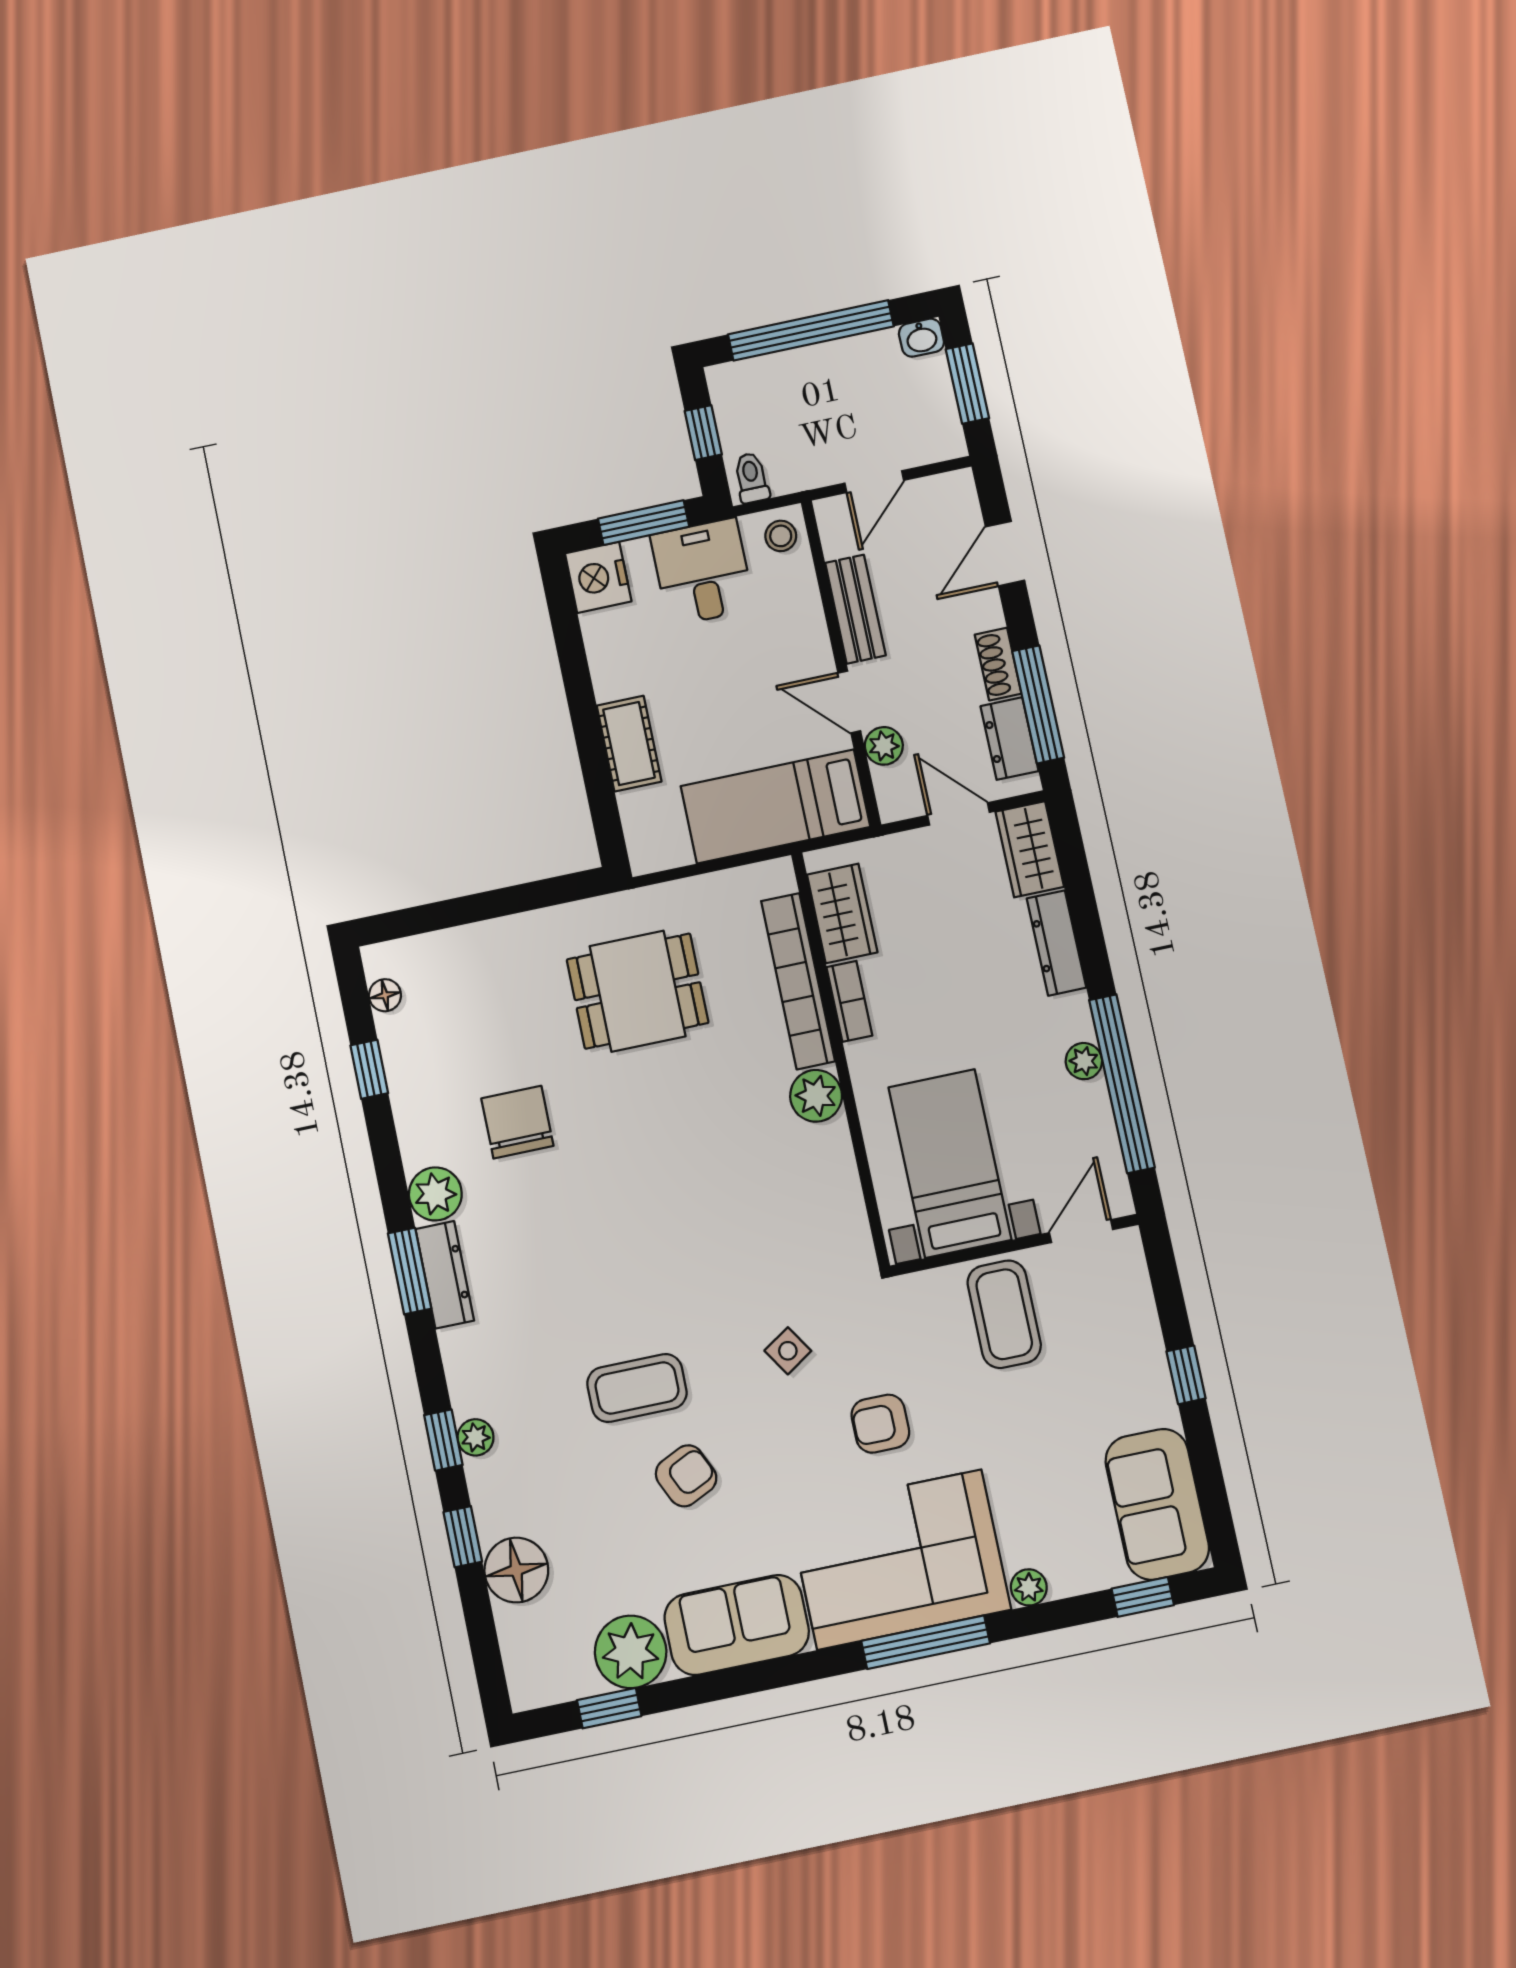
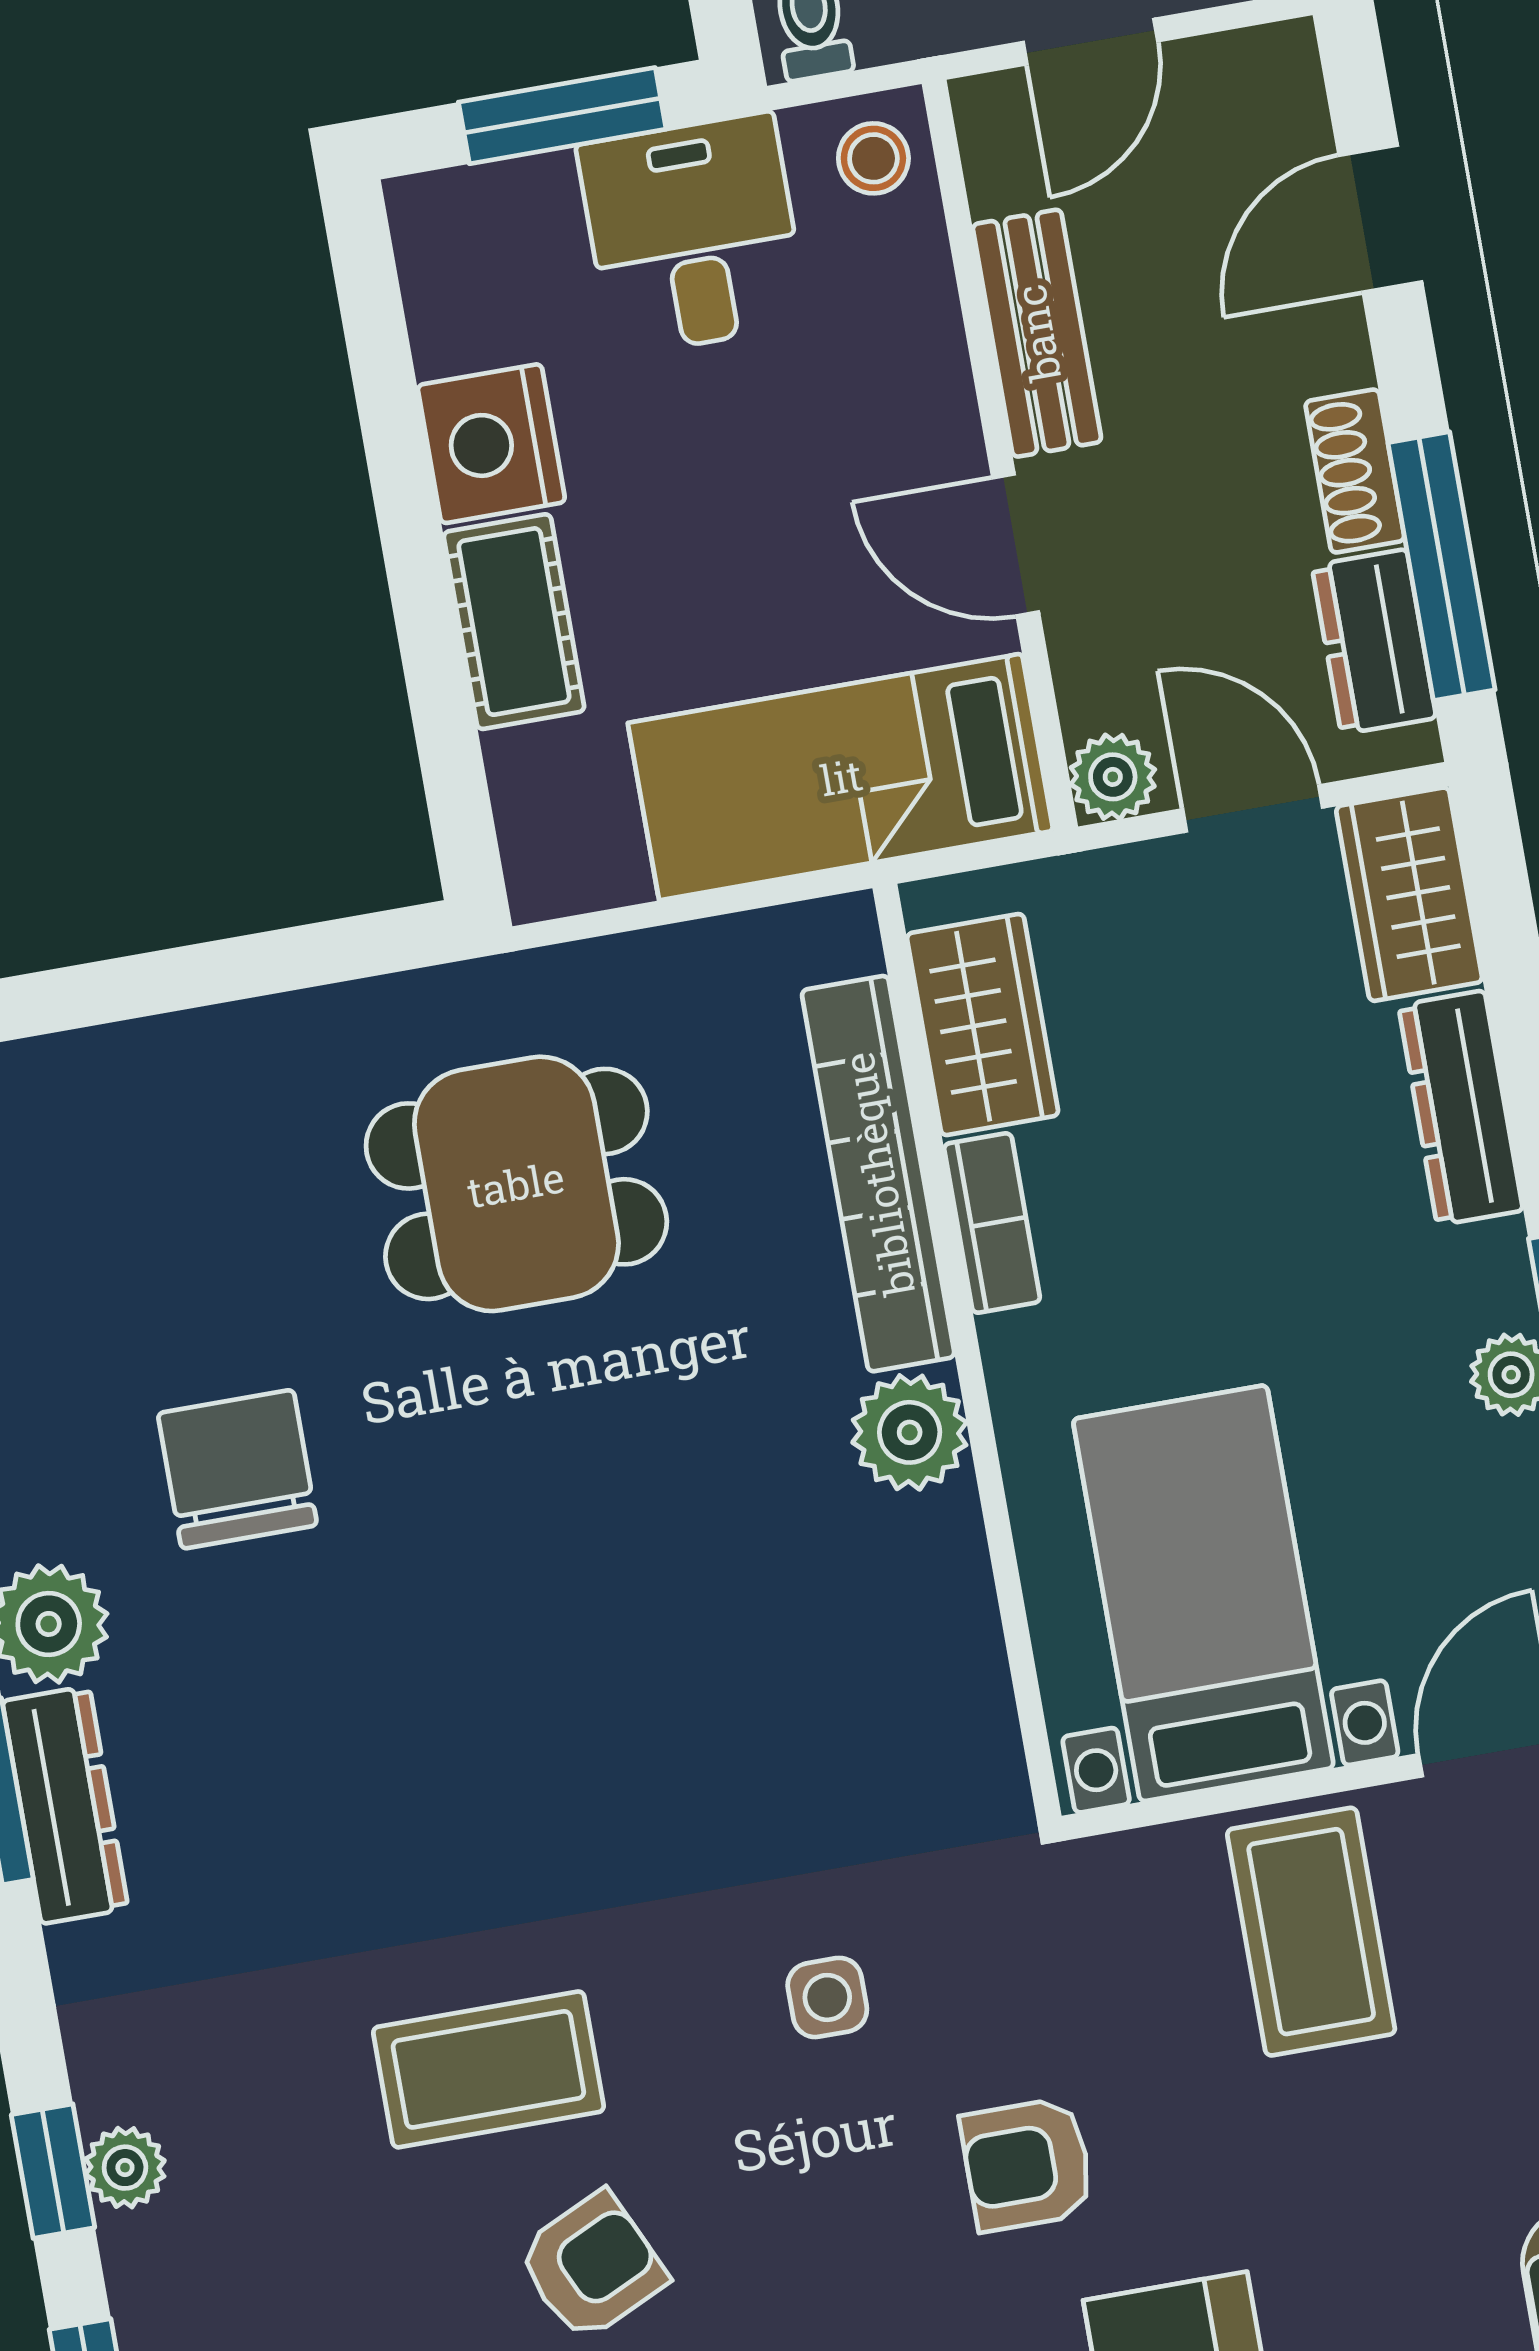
nightstand: (598, 577) -> (491, 444), moved
plant: (884, 746) -> (1113, 777), moved
side table: (788, 1351) -> (827, 1997), turned 33

